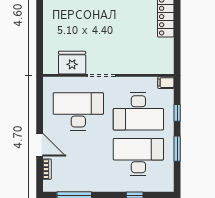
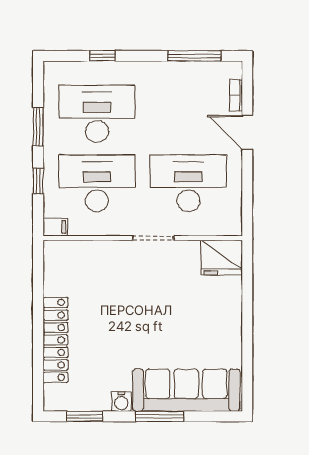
fridge: (72, 63) -> (222, 258), moved
desk: (78, 111) -> (188, 183), turned 180
desk: (138, 157) -> (97, 114), turned 180

